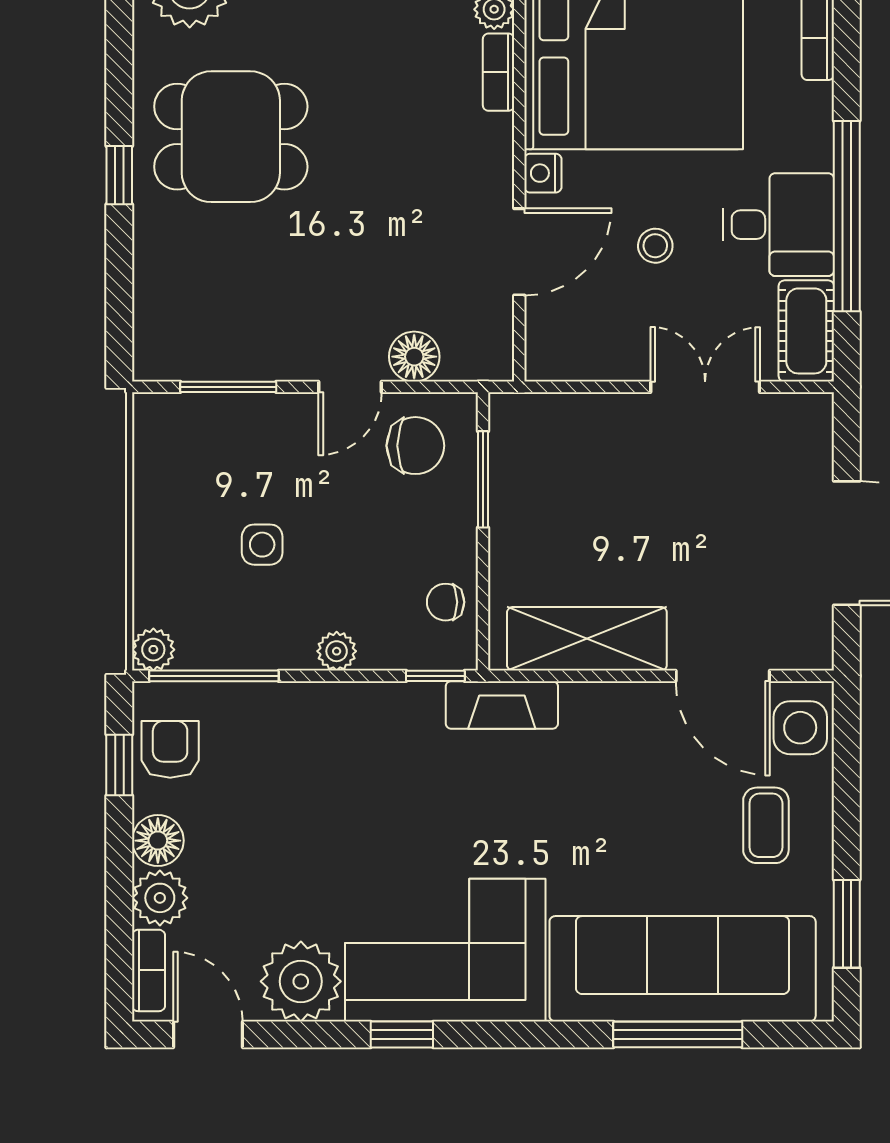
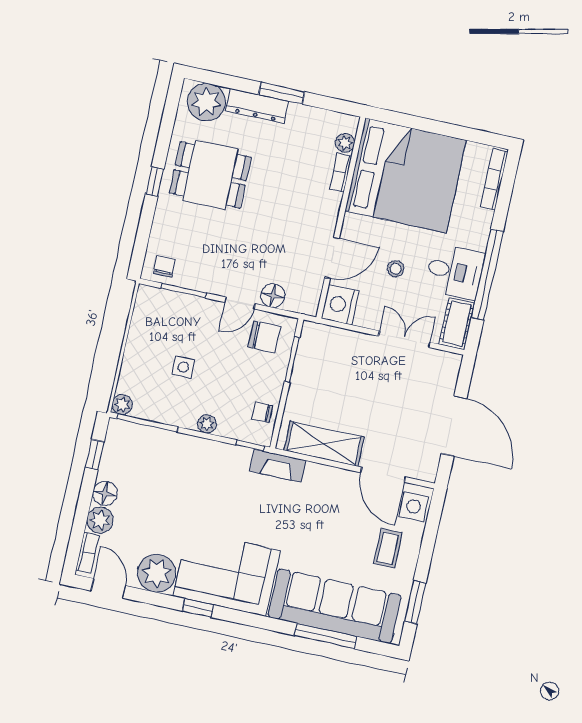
nightstand: (543, 173) -> (340, 305), moved, width x1.89, depth x1.79
chair: (178, 346) -> (164, 266), added
armchair: (170, 749) -> (120, 452), removed

